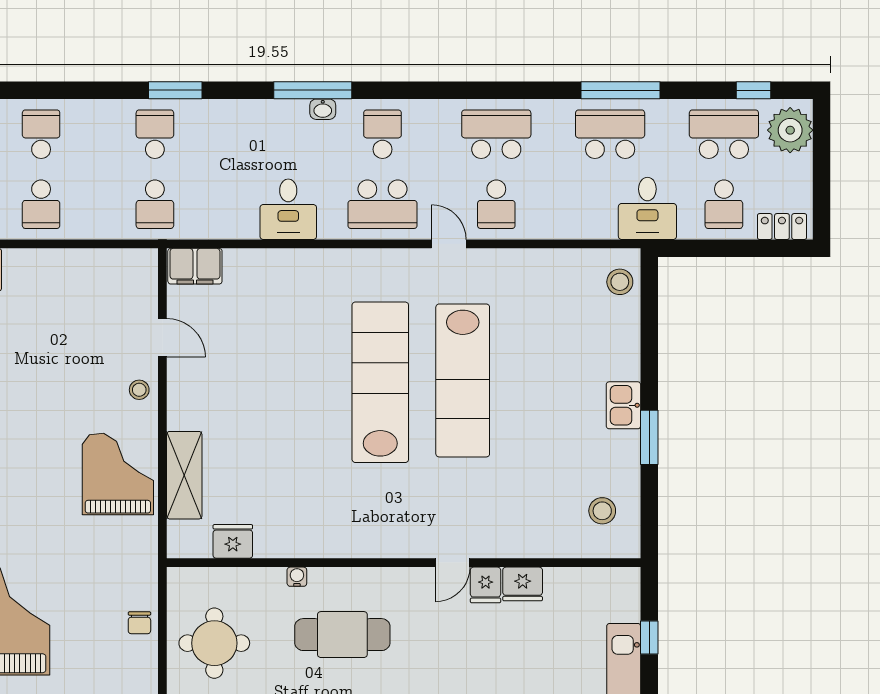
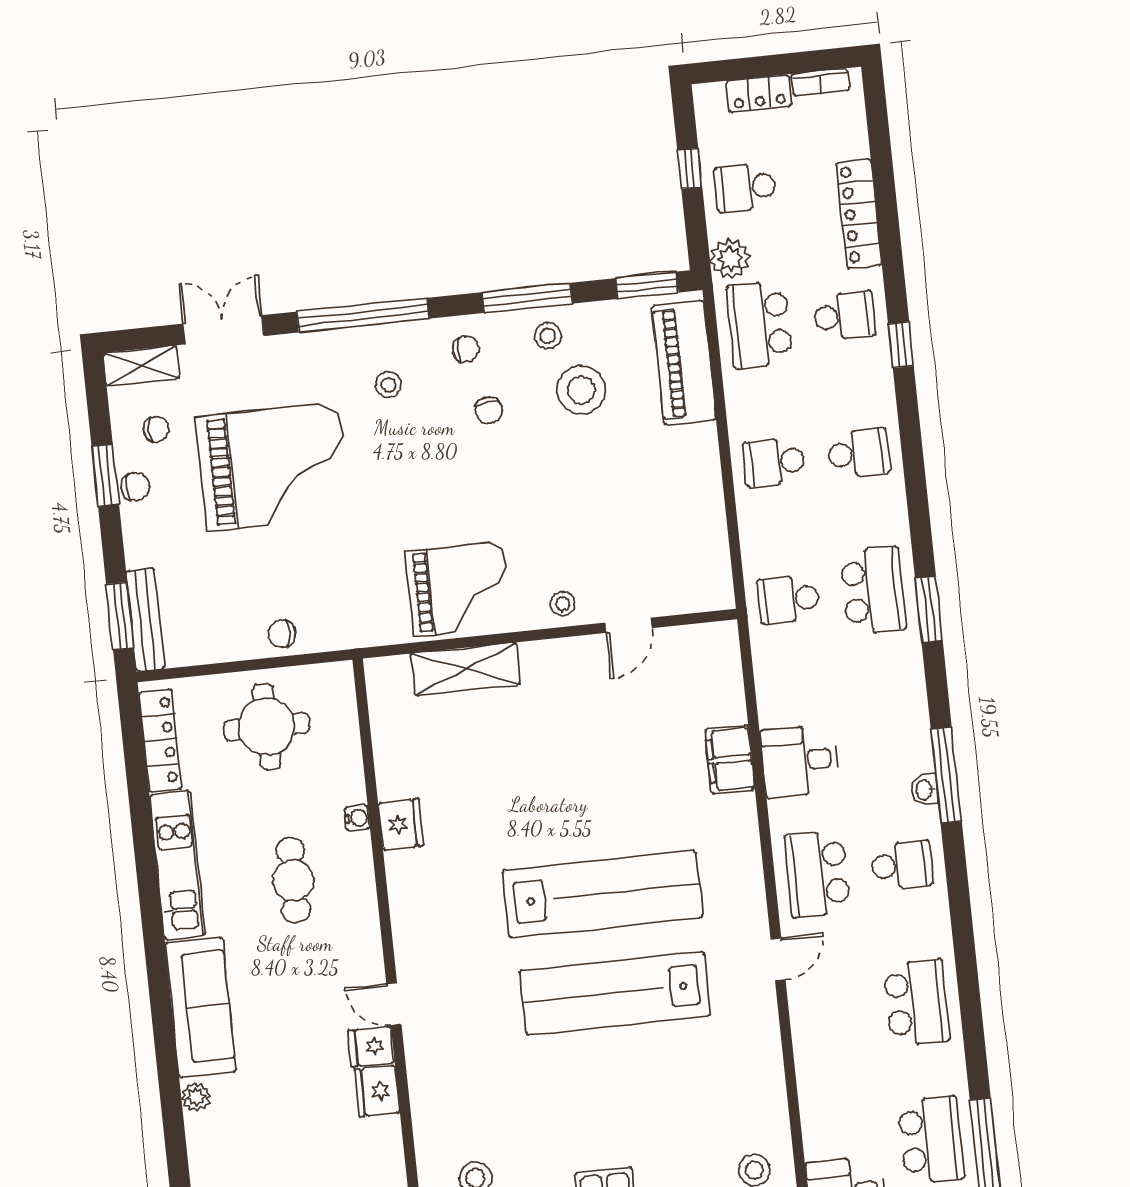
school desk: (155, 134) -> (873, 590), width x1.85
school desk: (496, 204) -> (832, 1011), removed
filing cabinet: (195, 266) -> (730, 759), moved
fridge: (233, 541) -> (401, 824), moved
cafe table: (342, 635) -> (293, 880), width x0.73, depth x0.74

